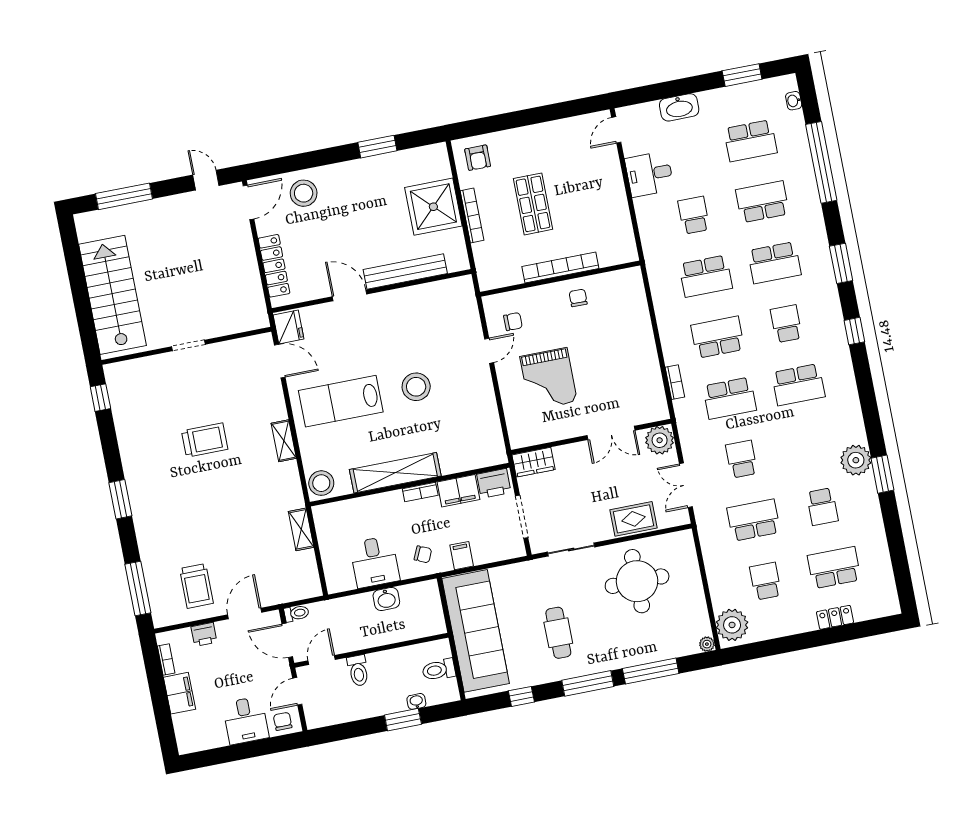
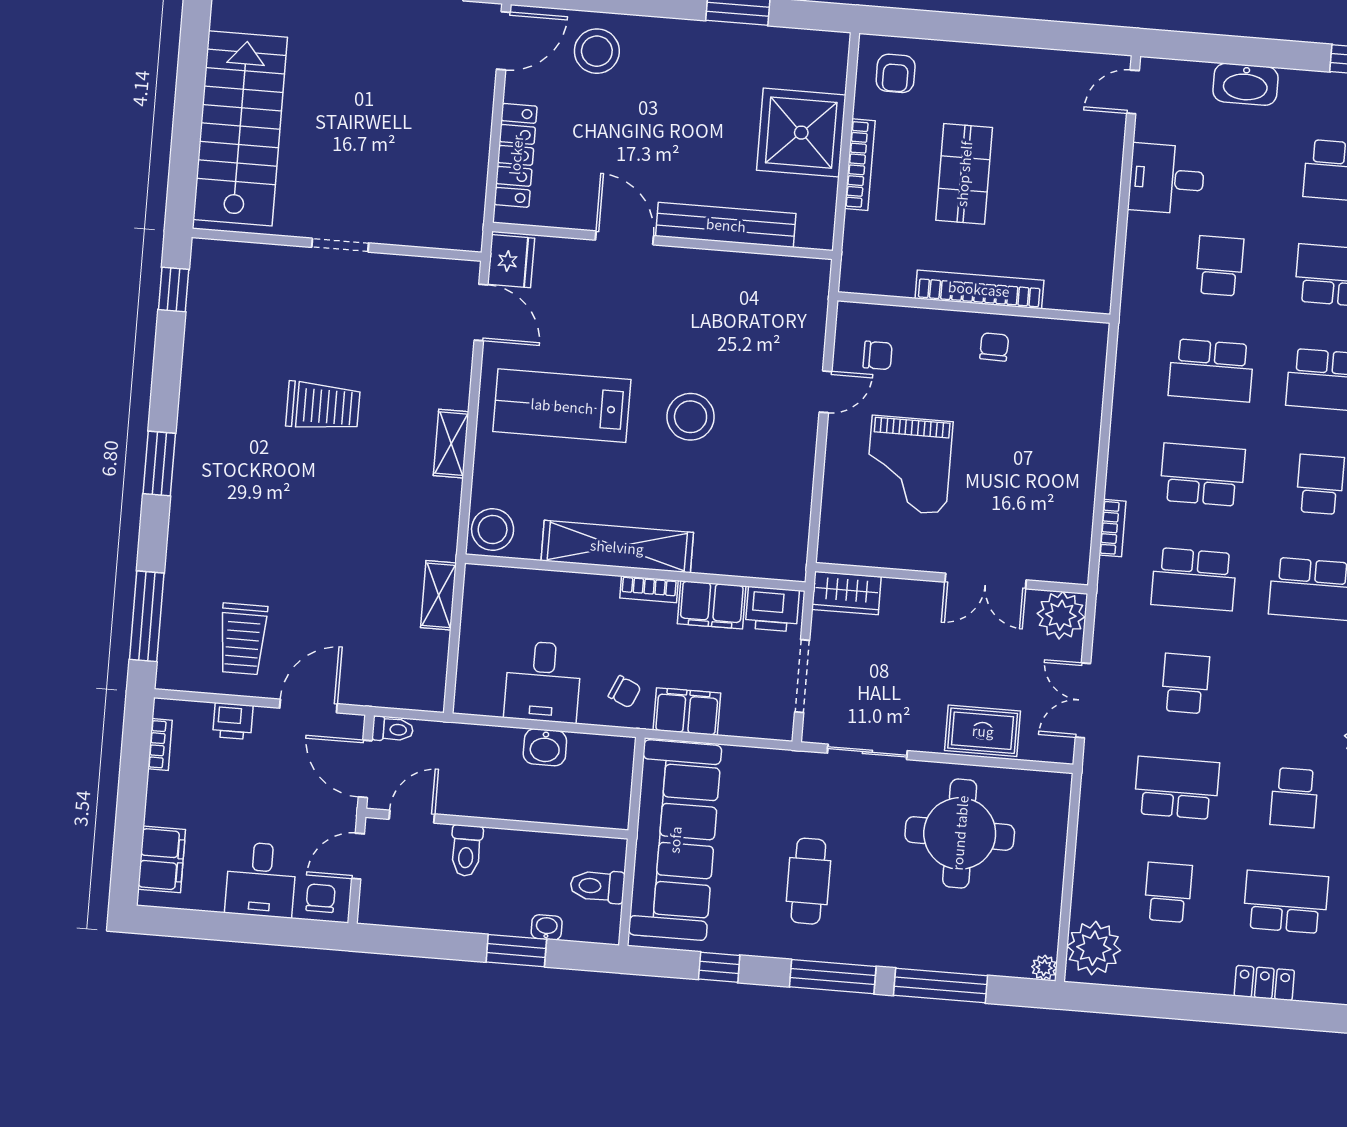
filing cabinet: (462, 556) -> (687, 711), width x2.00
filing cabinet: (180, 693) -> (162, 859), moved

